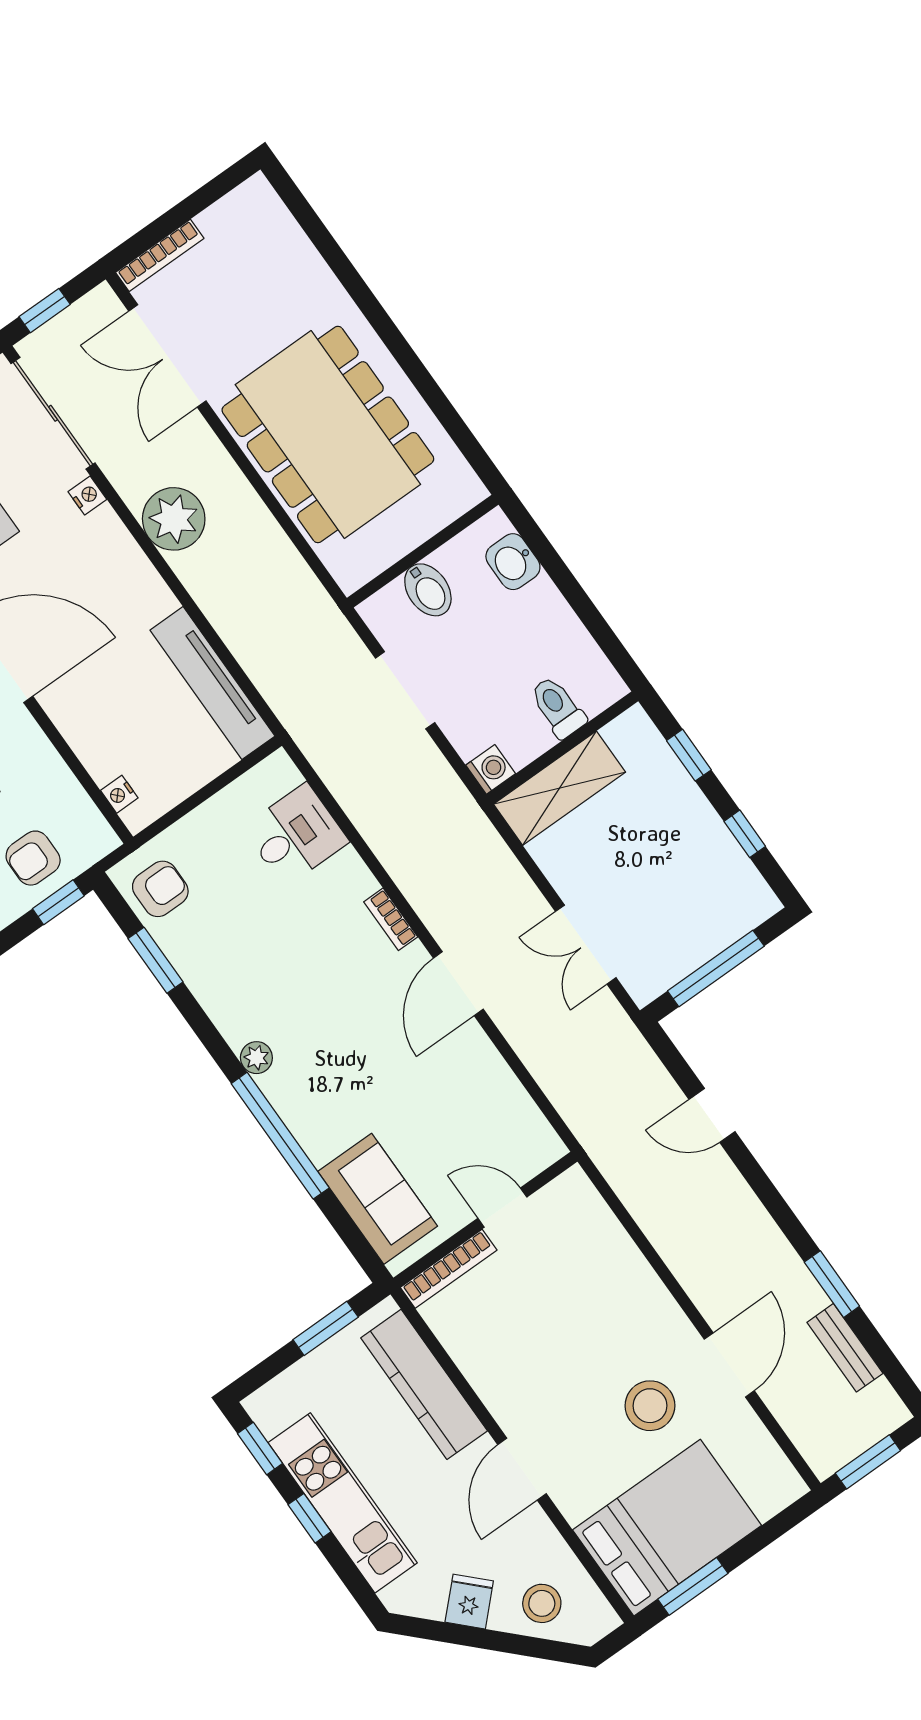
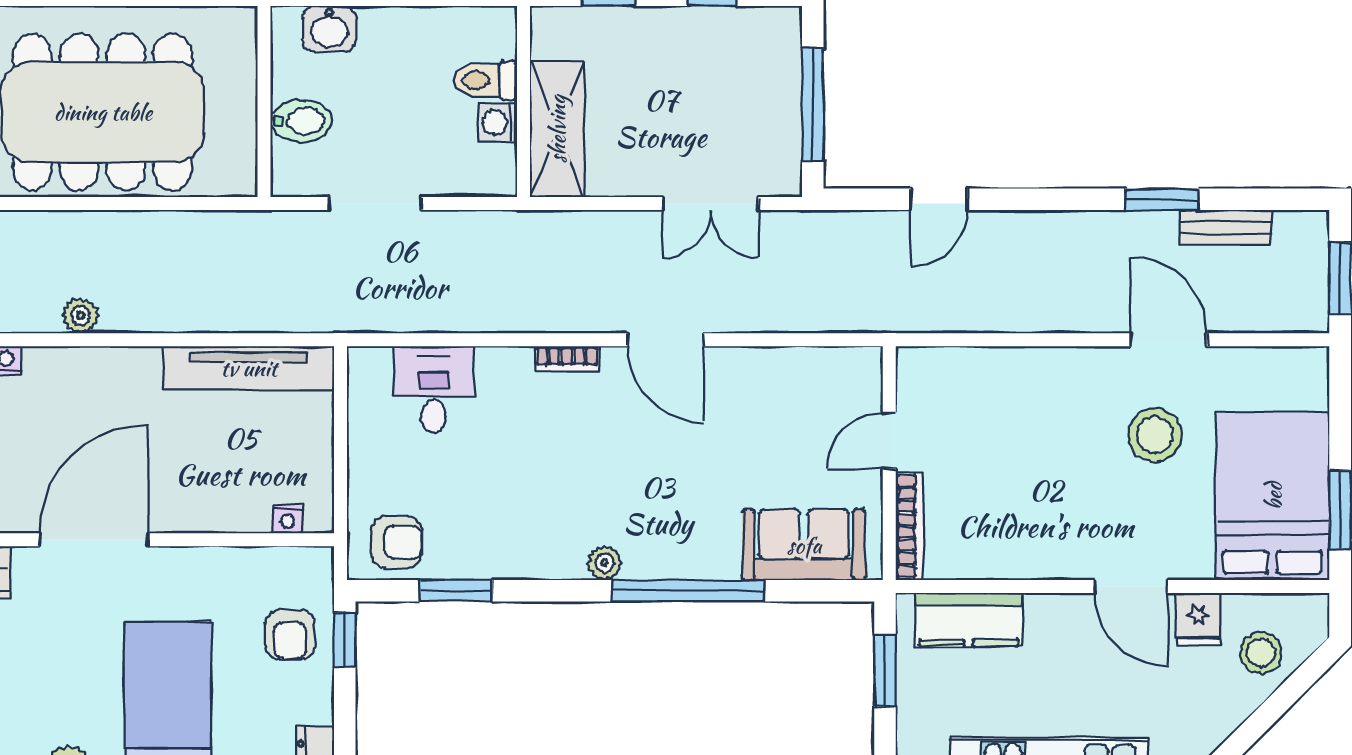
plant: (174, 519) -> (80, 315), width x0.53, depth x0.53
washing machine: (491, 769) -> (498, 123), moved, turned -90
armchair: (160, 889) -> (397, 542), turned 90
kitchen counter: (424, 1384) -> (969, 620), width x0.67
fridge: (469, 1602) -> (1198, 619), moved, turned -135

